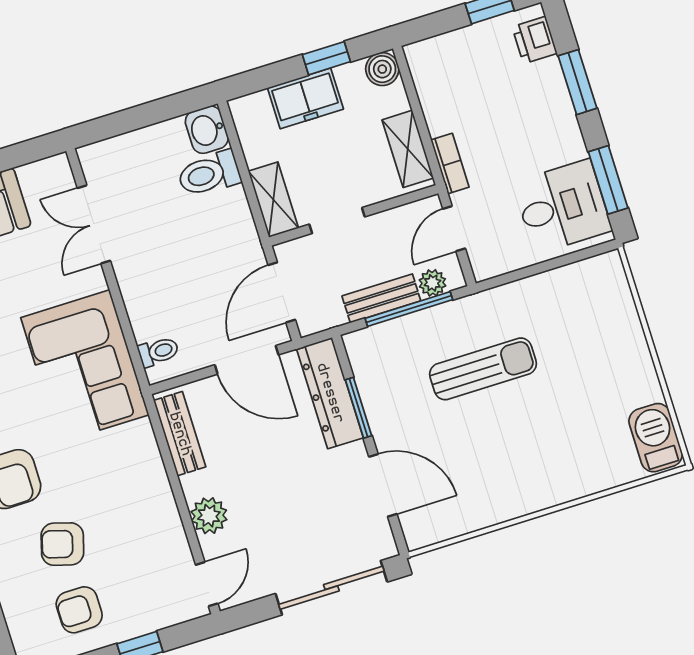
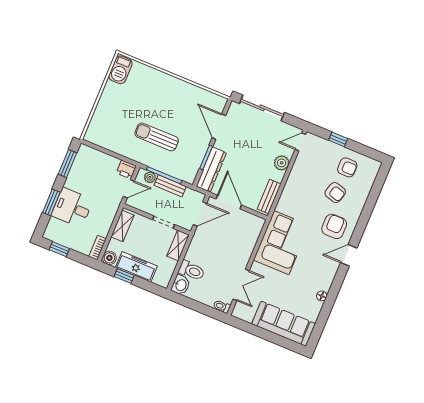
printer: (535, 40) -> (126, 169), moved, turned 90
freezer: (305, 98) -> (136, 267), width x1.40
bookcase: (450, 164) -> (97, 248), moved
desk: (562, 207) -> (72, 208), moved
toilet: (158, 352) -> (222, 306), moved

